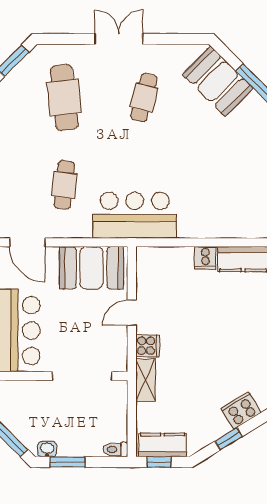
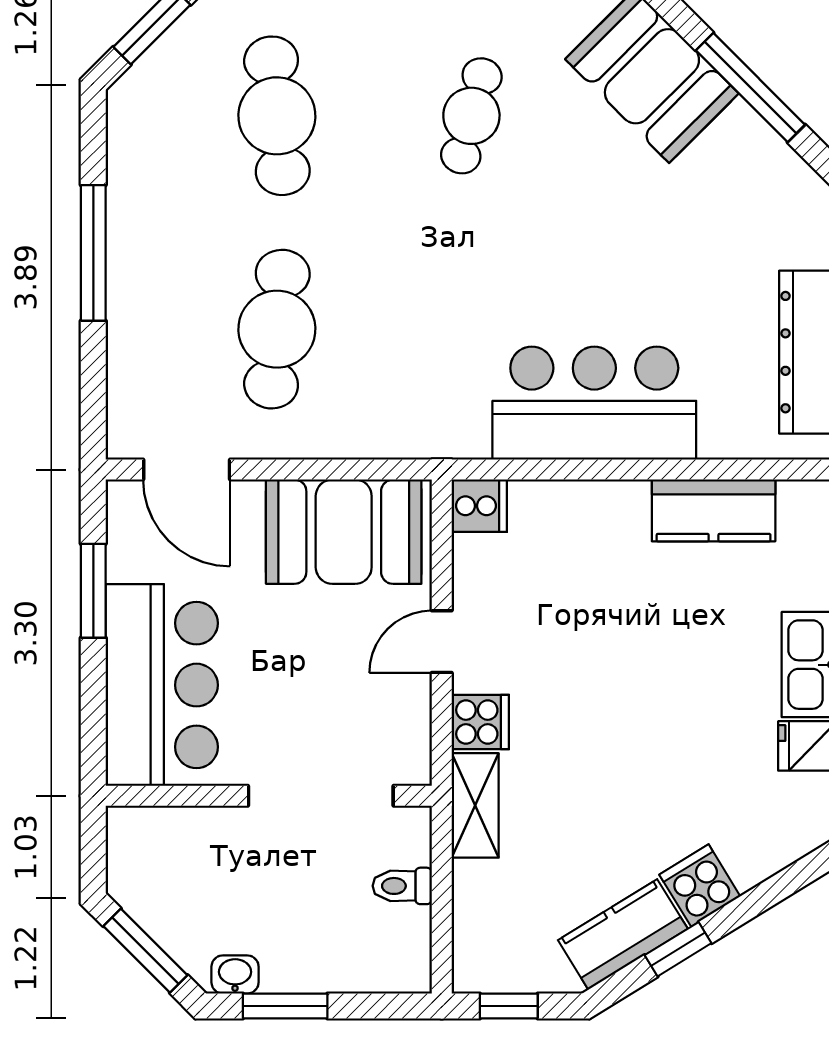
cafe table: (64, 185) -> (277, 329), width x1.37, depth x1.35
bar counter: (135, 215) -> (594, 403), moved
cooker: (205, 258) -> (479, 506), moved, turned -90
cooker: (241, 410) -> (700, 885), width x0.73
kitchen counter: (162, 445) -> (623, 934), moved, turned -32
toilet: (116, 450) -> (402, 886), moved

